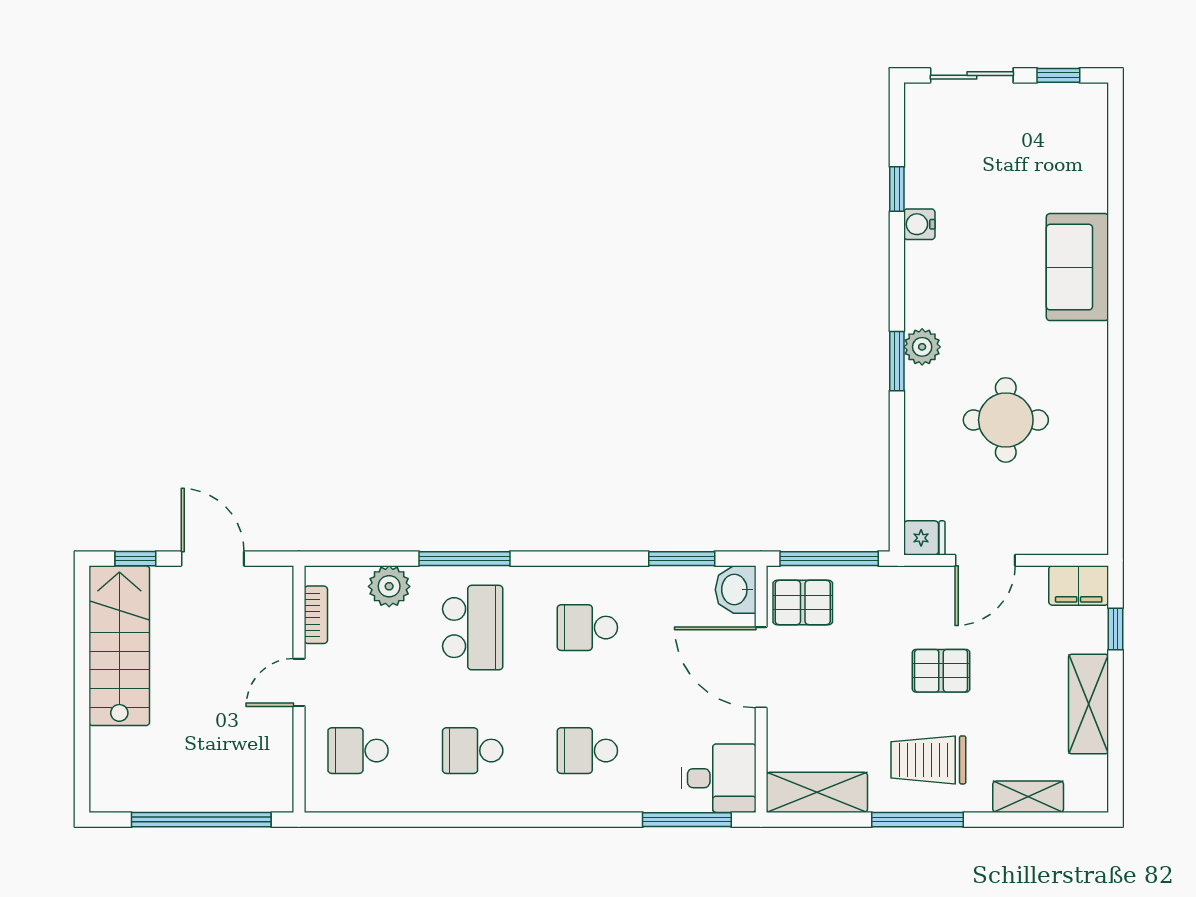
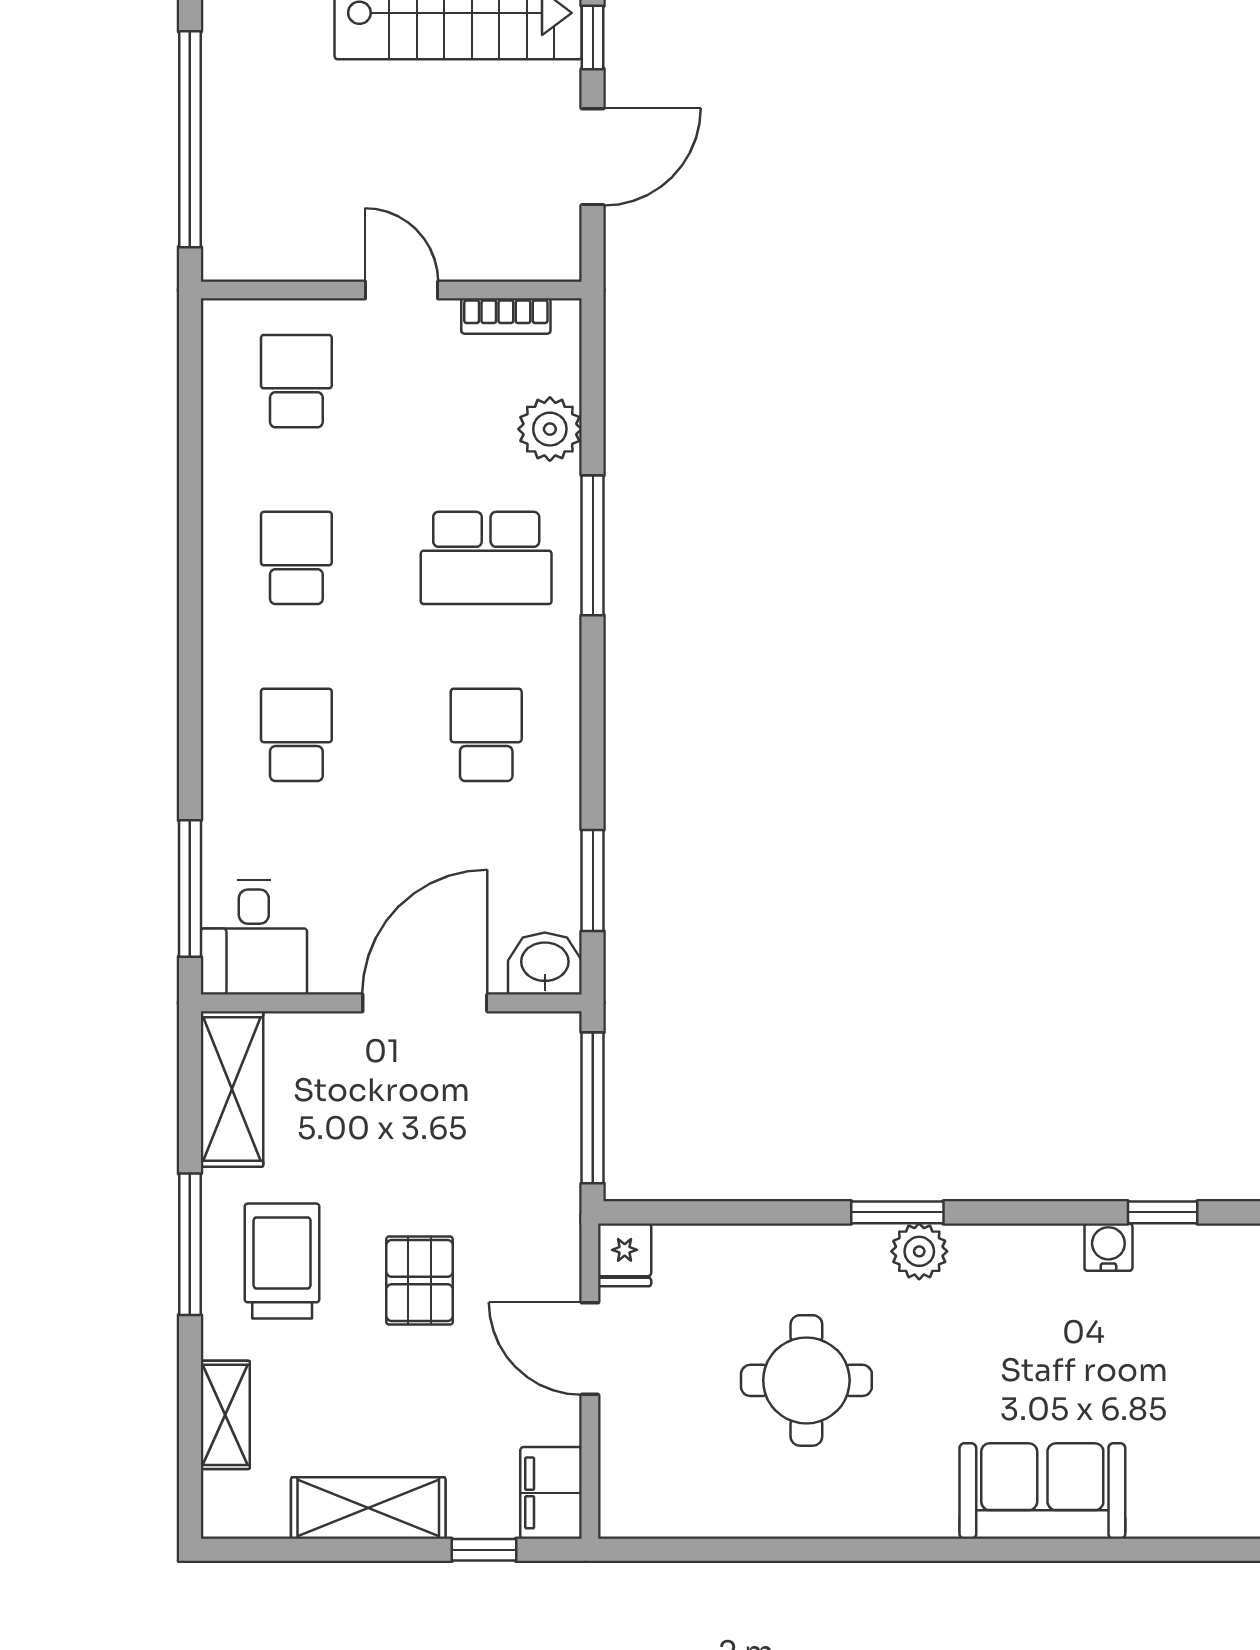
pallet: (803, 602) -> (525, 1067), removed

